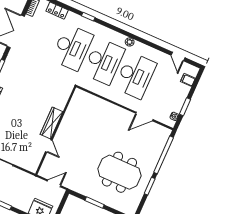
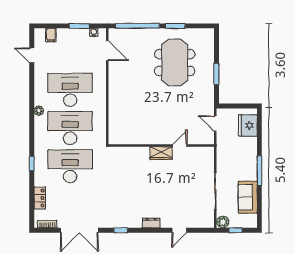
door: (178, 57) -> (32, 55), swing flipped
door: (144, 116) -> (107, 51), moved
wardrobe: (52, 123) -> (161, 153), width x0.67

